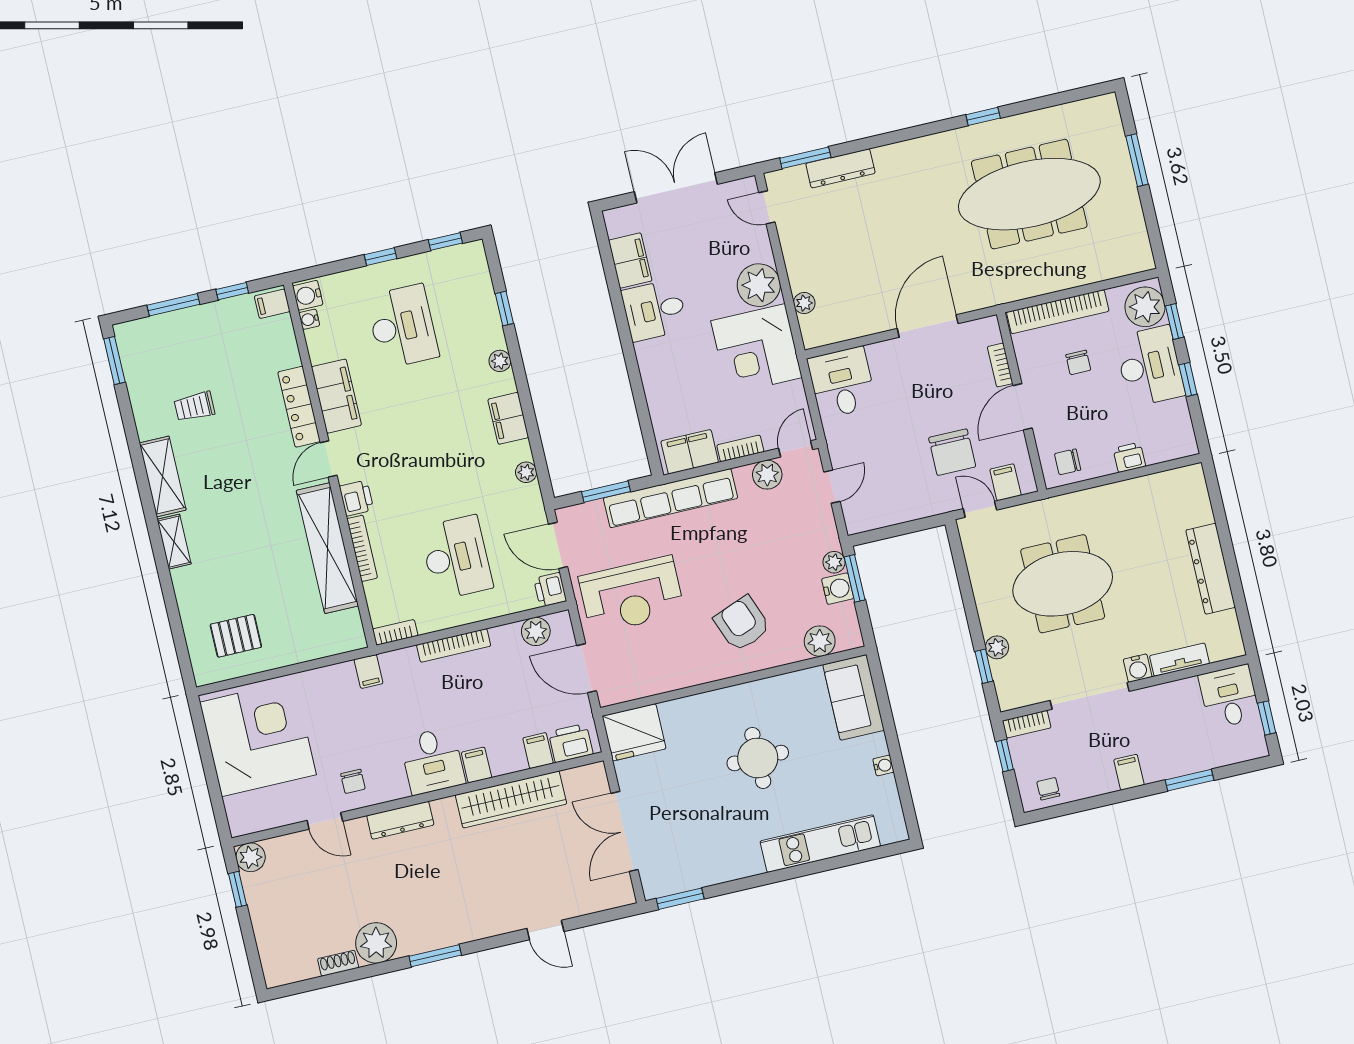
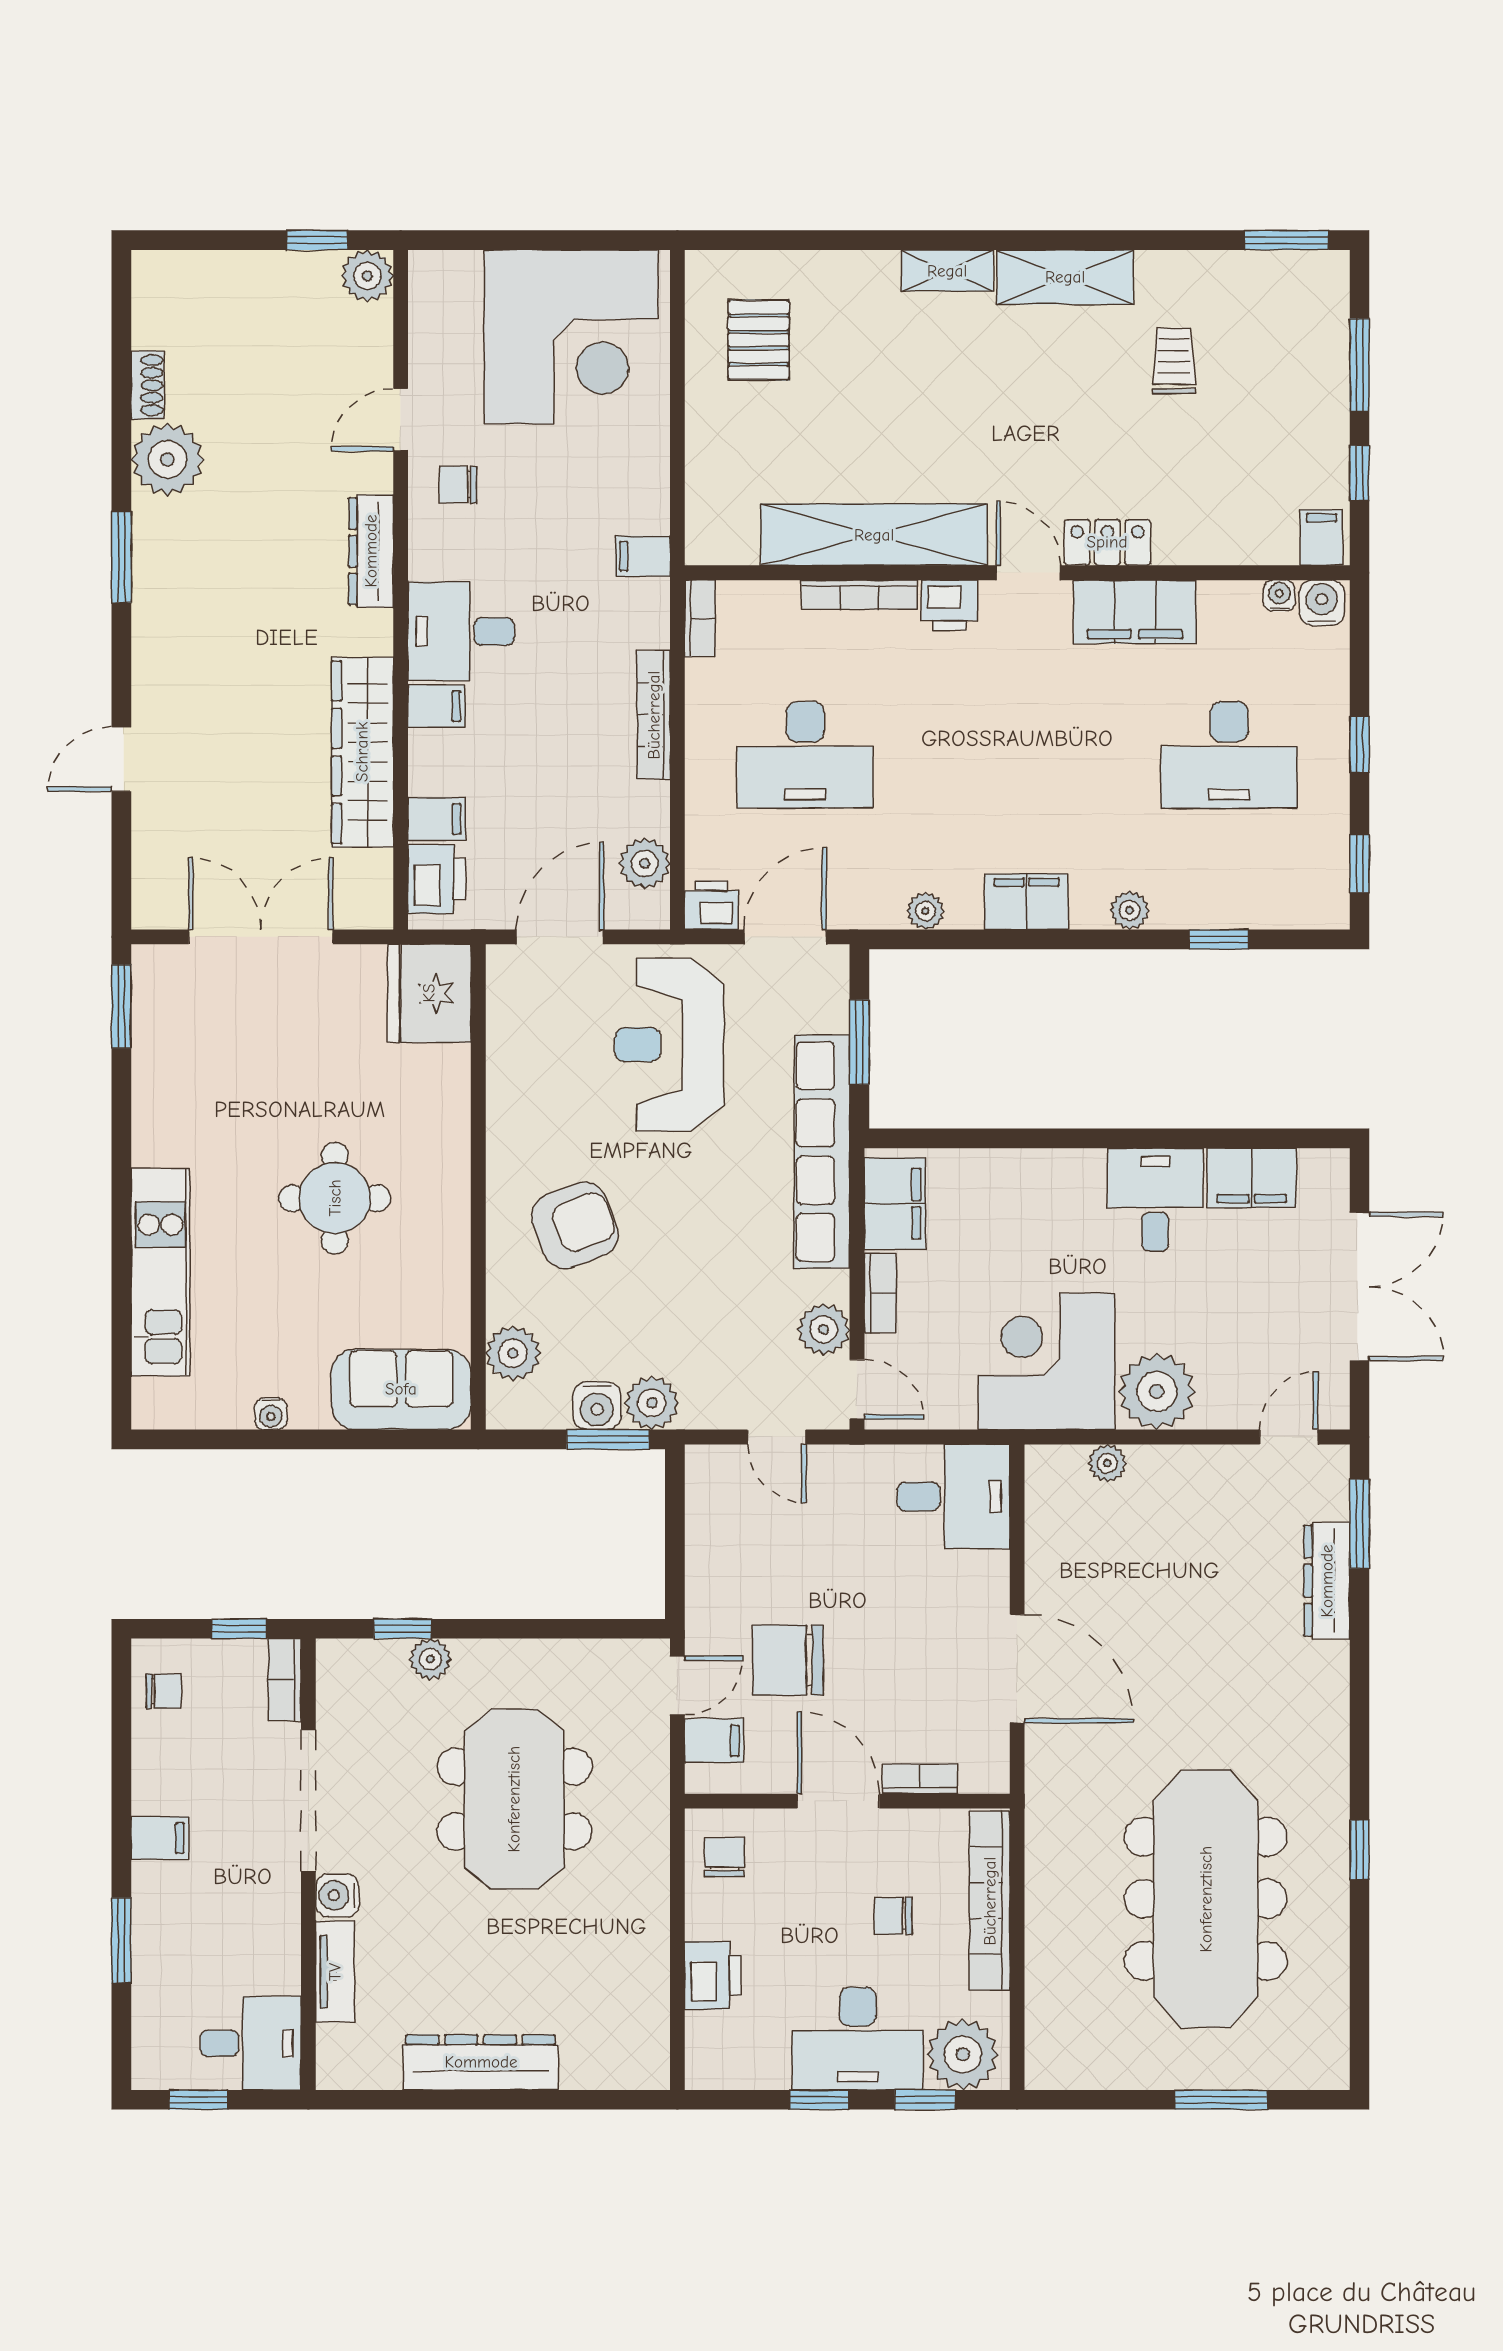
locker: (299, 407) -> (1107, 542), width x0.66
printer: (1129, 457) -> (713, 1975), width x1.36, depth x1.24
plant: (834, 562) -> (652, 1403), width x1.38, depth x1.38

